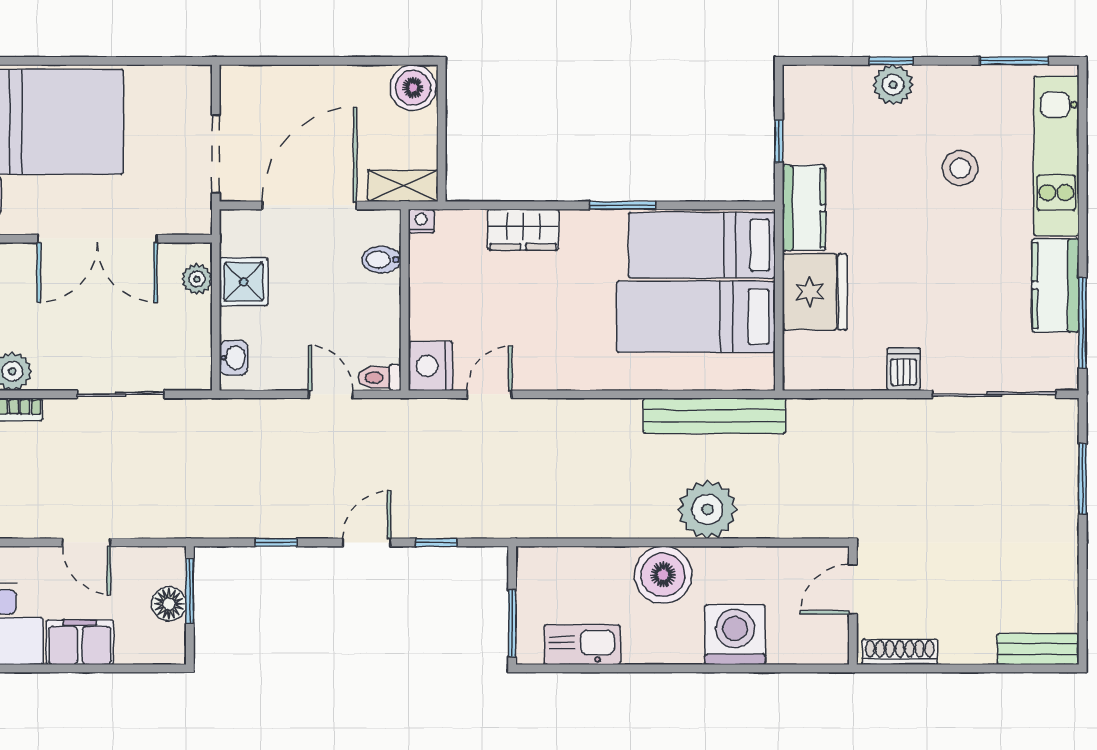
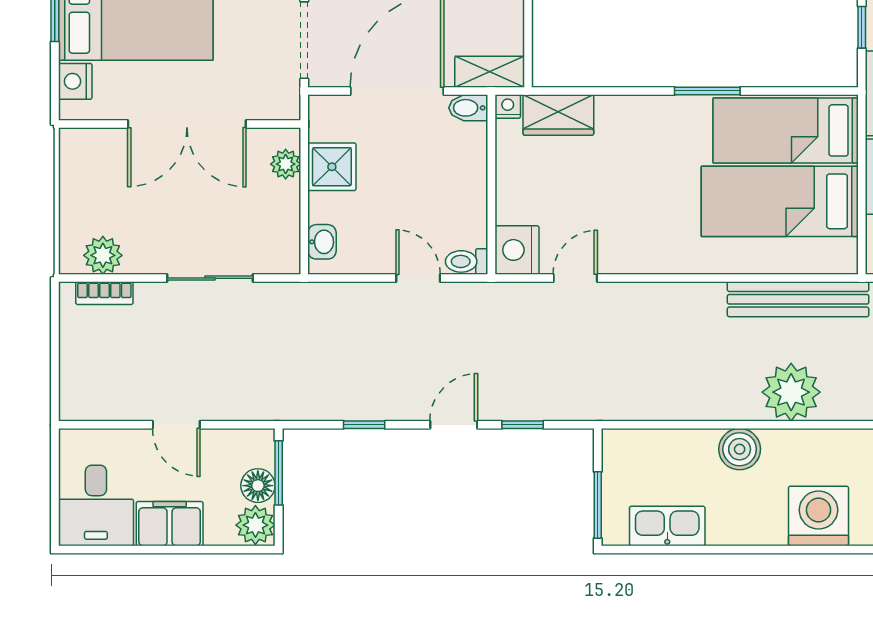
wardrobe: (523, 230) -> (558, 115), moved
bidet: (381, 260) -> (468, 108), moved
boiler: (663, 575) -> (740, 449), width x0.73, depth x0.73
plant: (166, 644) -> (255, 525), added

